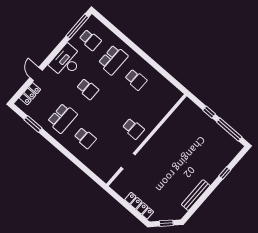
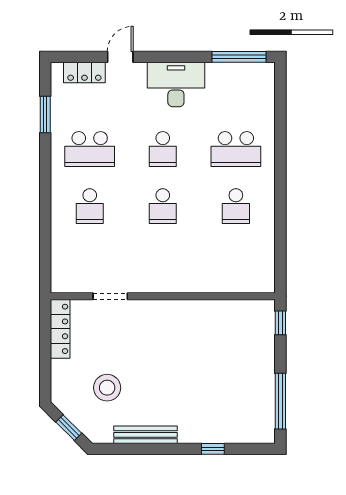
school desk: (90, 40) -> (236, 92), removed
window: (209, 112) -> (280, 323), moved
school desk: (133, 129) -> (163, 206), moved
stool: (164, 194) -> (107, 388), added
locker: (139, 206) -> (60, 329), moved

